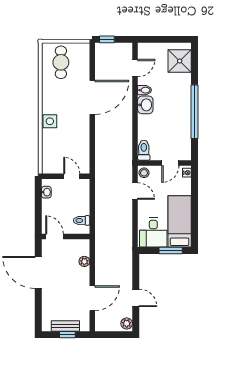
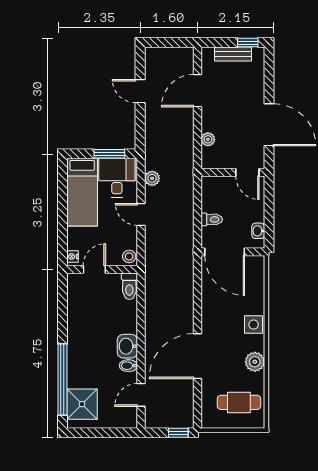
cafe table: (61, 62) -> (239, 402), turned 90
plant: (49, 93) -> (255, 362), added
window: (195, 112) -> (62, 379), moved
door: (72, 176) -> (225, 252), width x1.87
door: (135, 191) -> (141, 214), moved
toilet: (82, 220) -> (212, 219), moved
window: (171, 250) -> (109, 154), moved
plant: (127, 323) -> (152, 178), moved
window: (67, 335) -> (248, 43), moved

